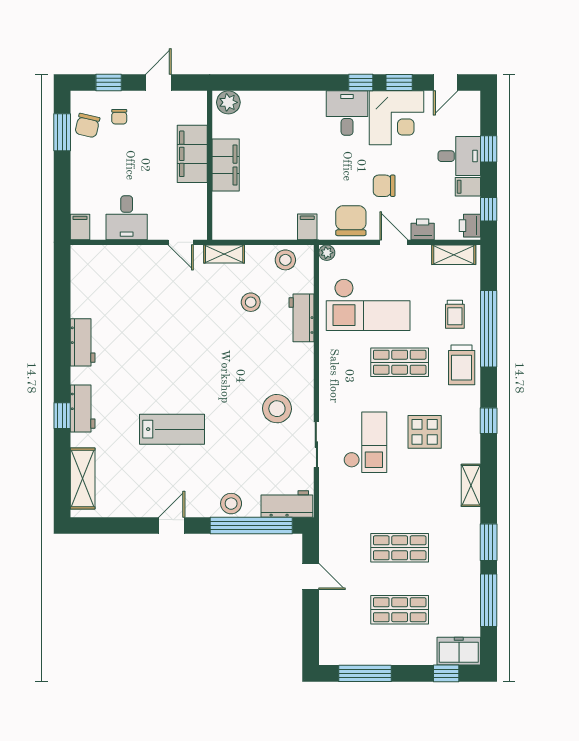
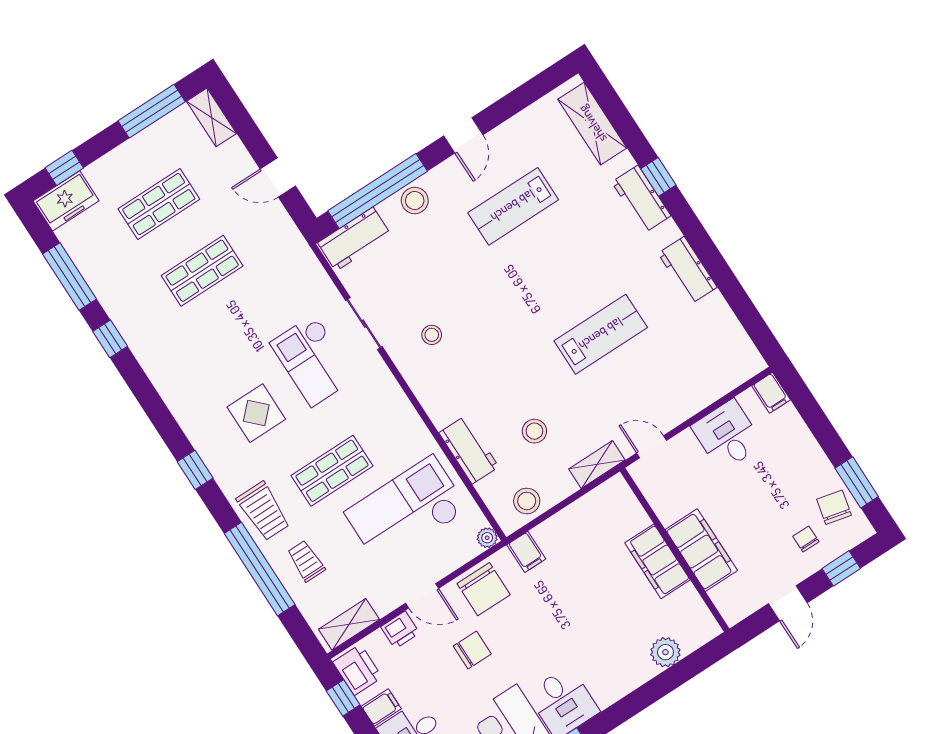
plant: (228, 102) -> (665, 652), moved
printer: (470, 226) -> (357, 670), width x1.36, depth x1.24
lab bench: (166, 337) -> (601, 334), added
trolley: (462, 365) -> (263, 511), turned 180
stool: (277, 409) -> (432, 335), width x0.53, depth x0.53
lab bench: (172, 429) -> (513, 206), moved
shelving: (471, 485) -> (212, 117), moved
window: (489, 542) -> (110, 339), width x0.67

